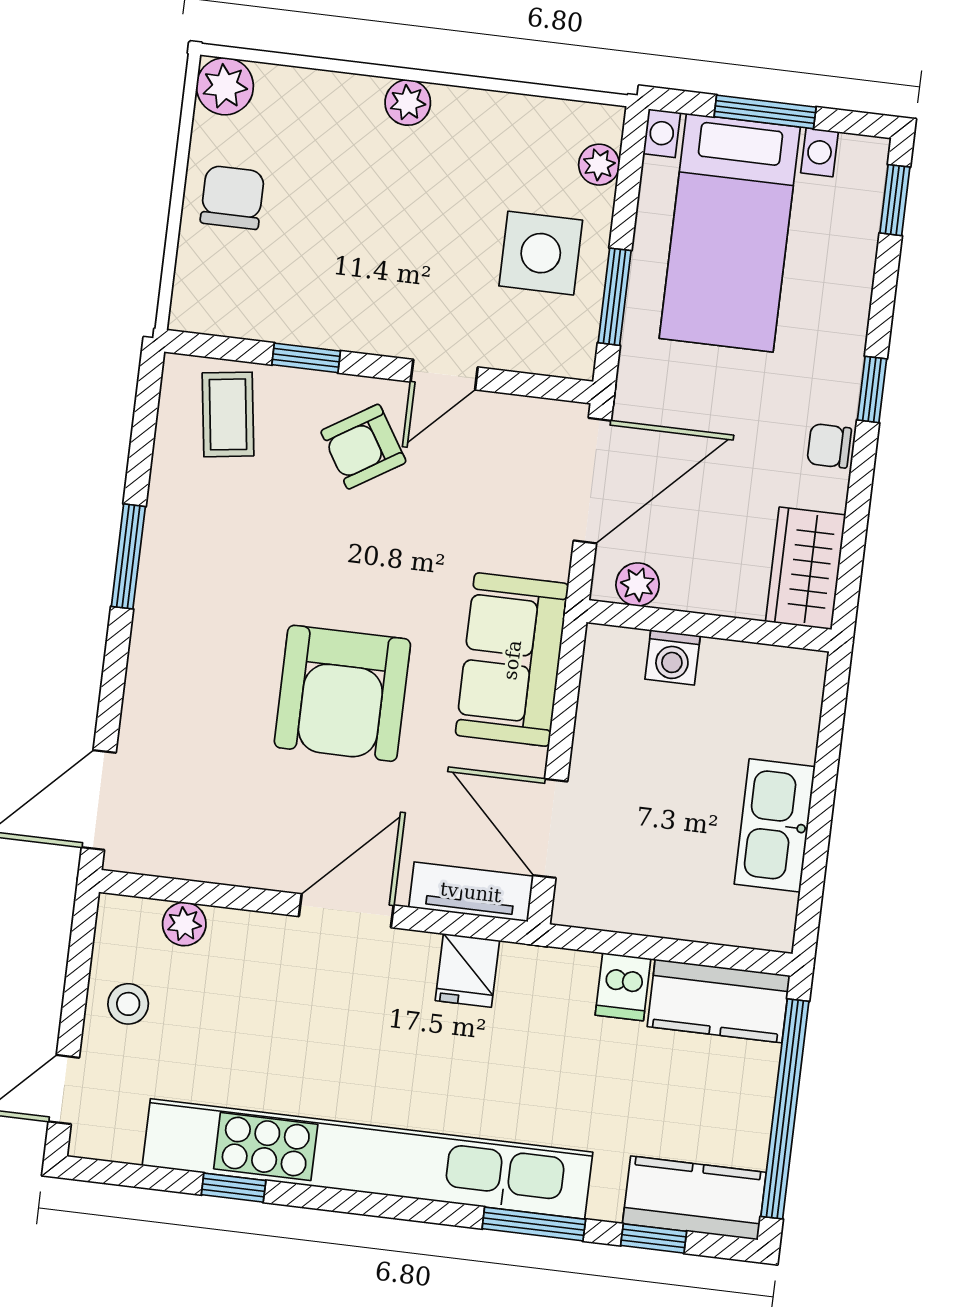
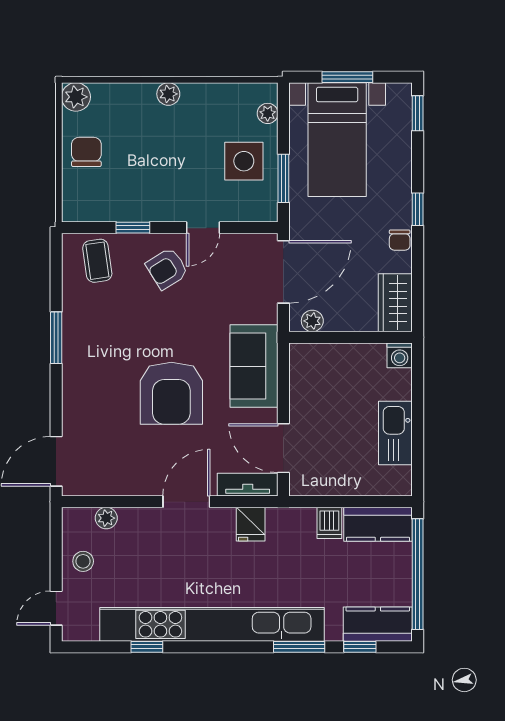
chair: (829, 446) -> (400, 240), turned -90
washing machine: (673, 657) -> (400, 355), moved

